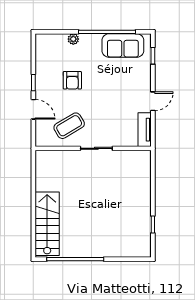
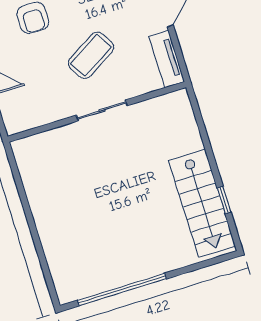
coffee table: (69, 126) -> (91, 55), moved
stairs: (47, 224) -> (202, 203), moved, turned 180

